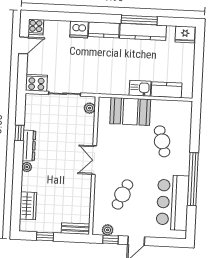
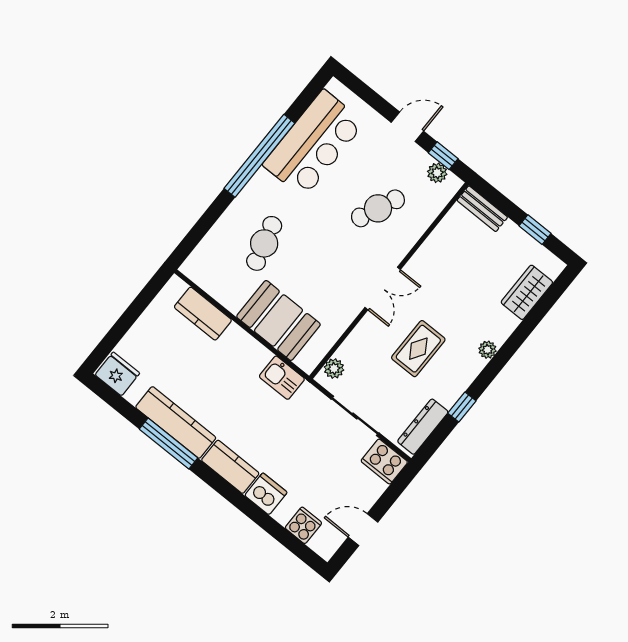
cooker: (36, 27) -> (303, 525), moved
kitchen sink: (140, 88) -> (282, 378), moved
rug: (58, 145) -> (418, 349), added
dresser: (29, 146) -> (423, 427), moved

